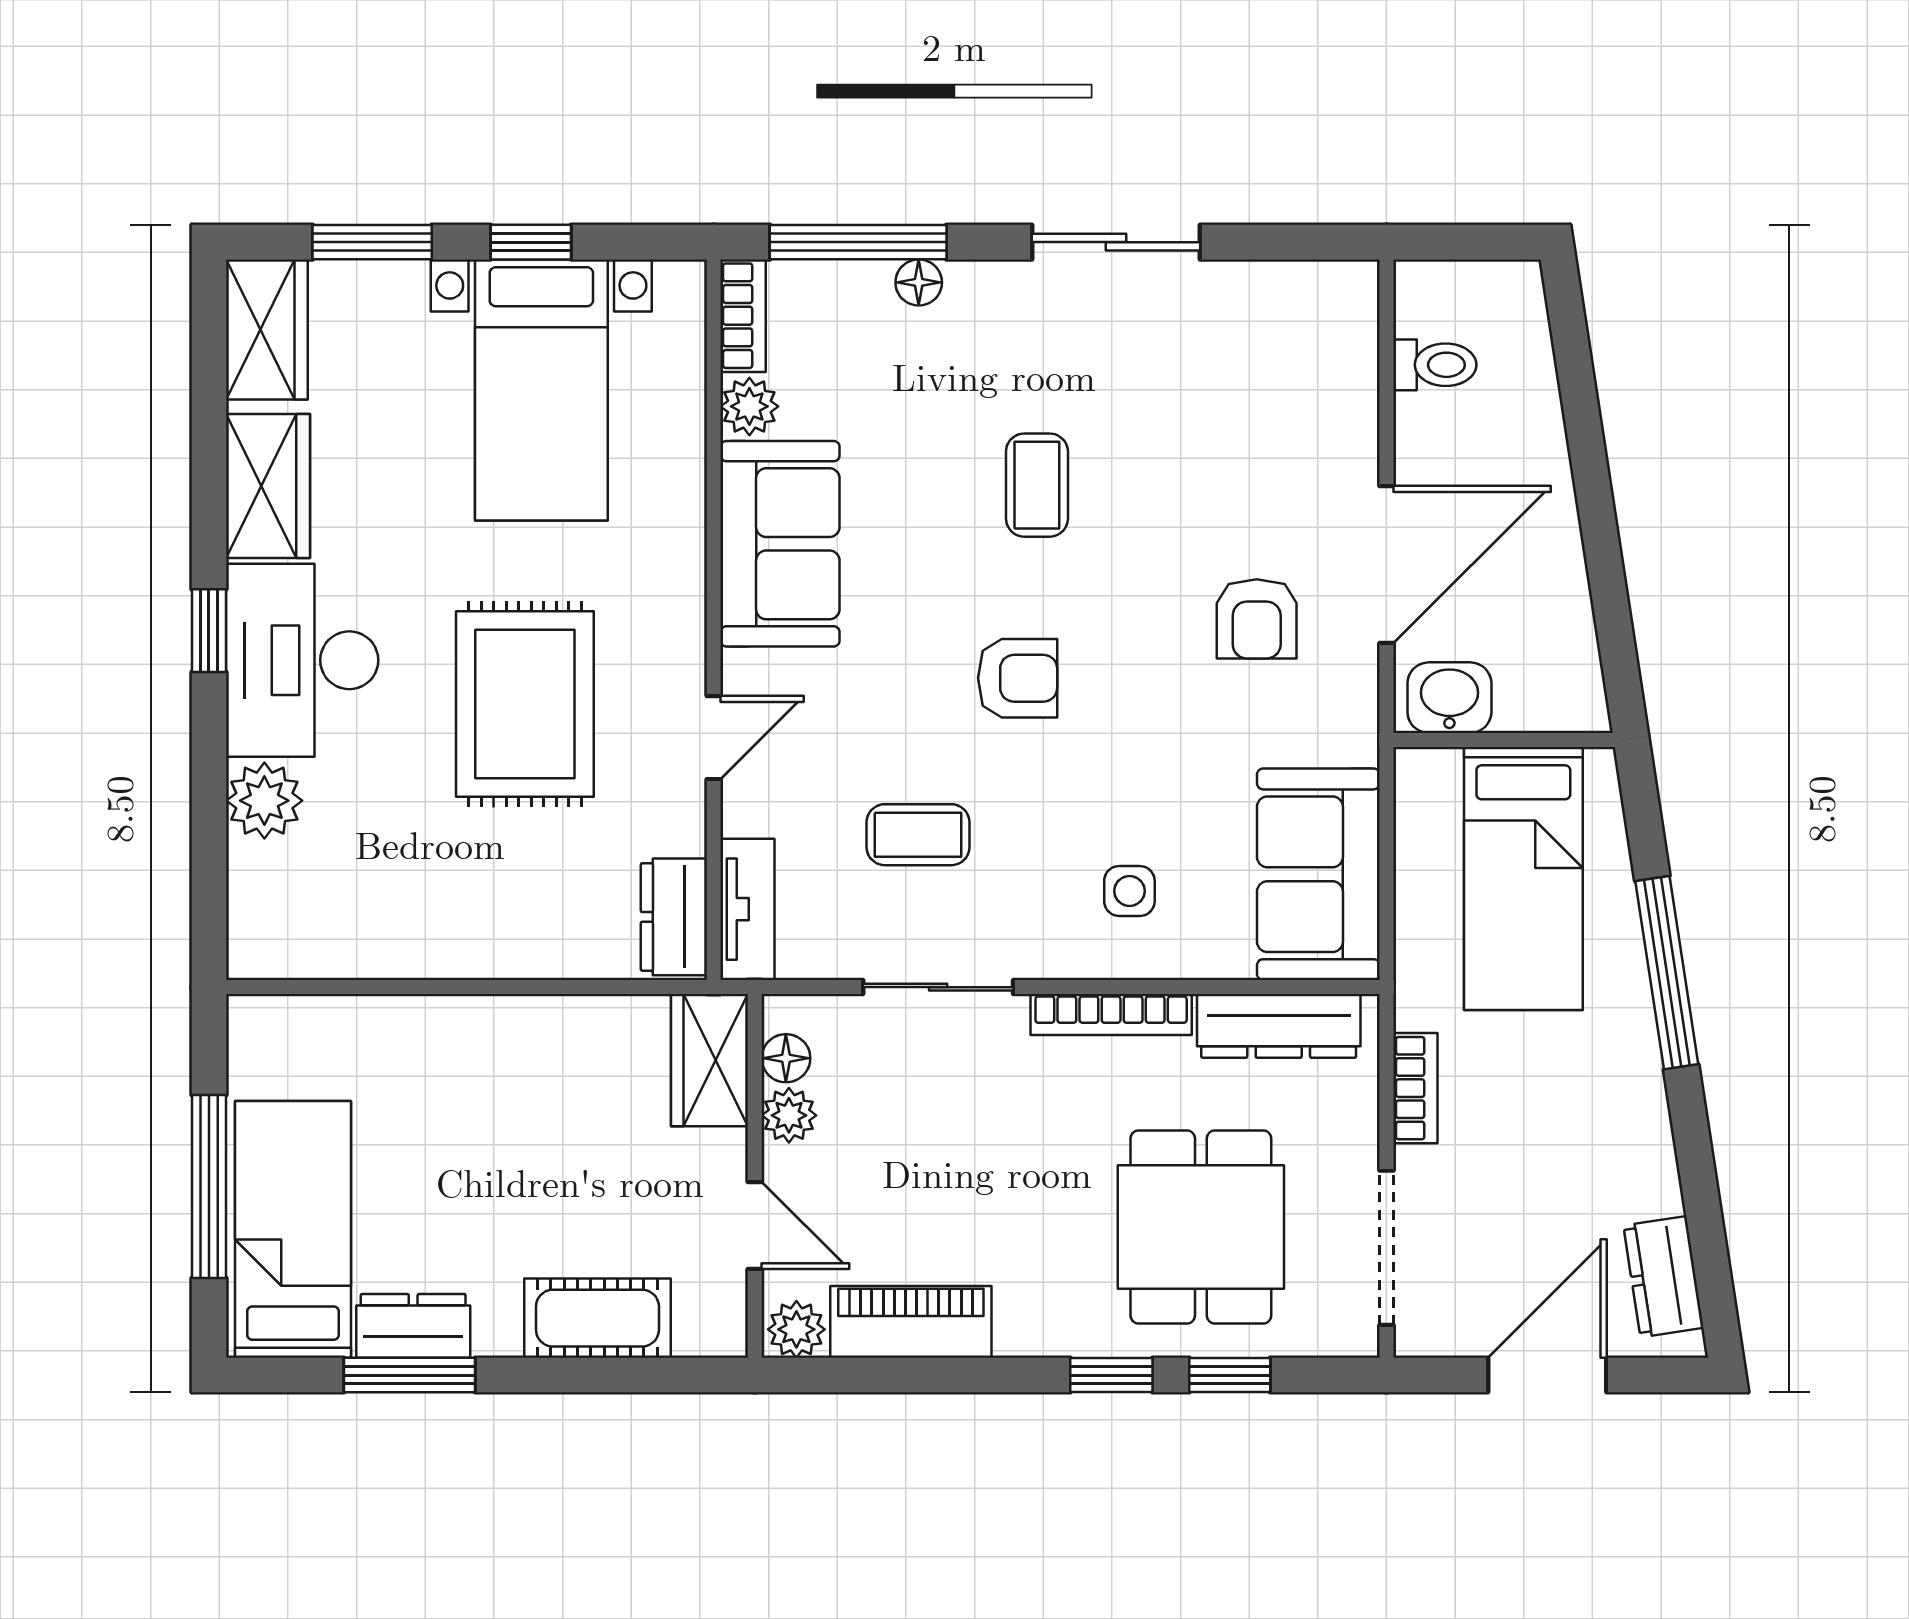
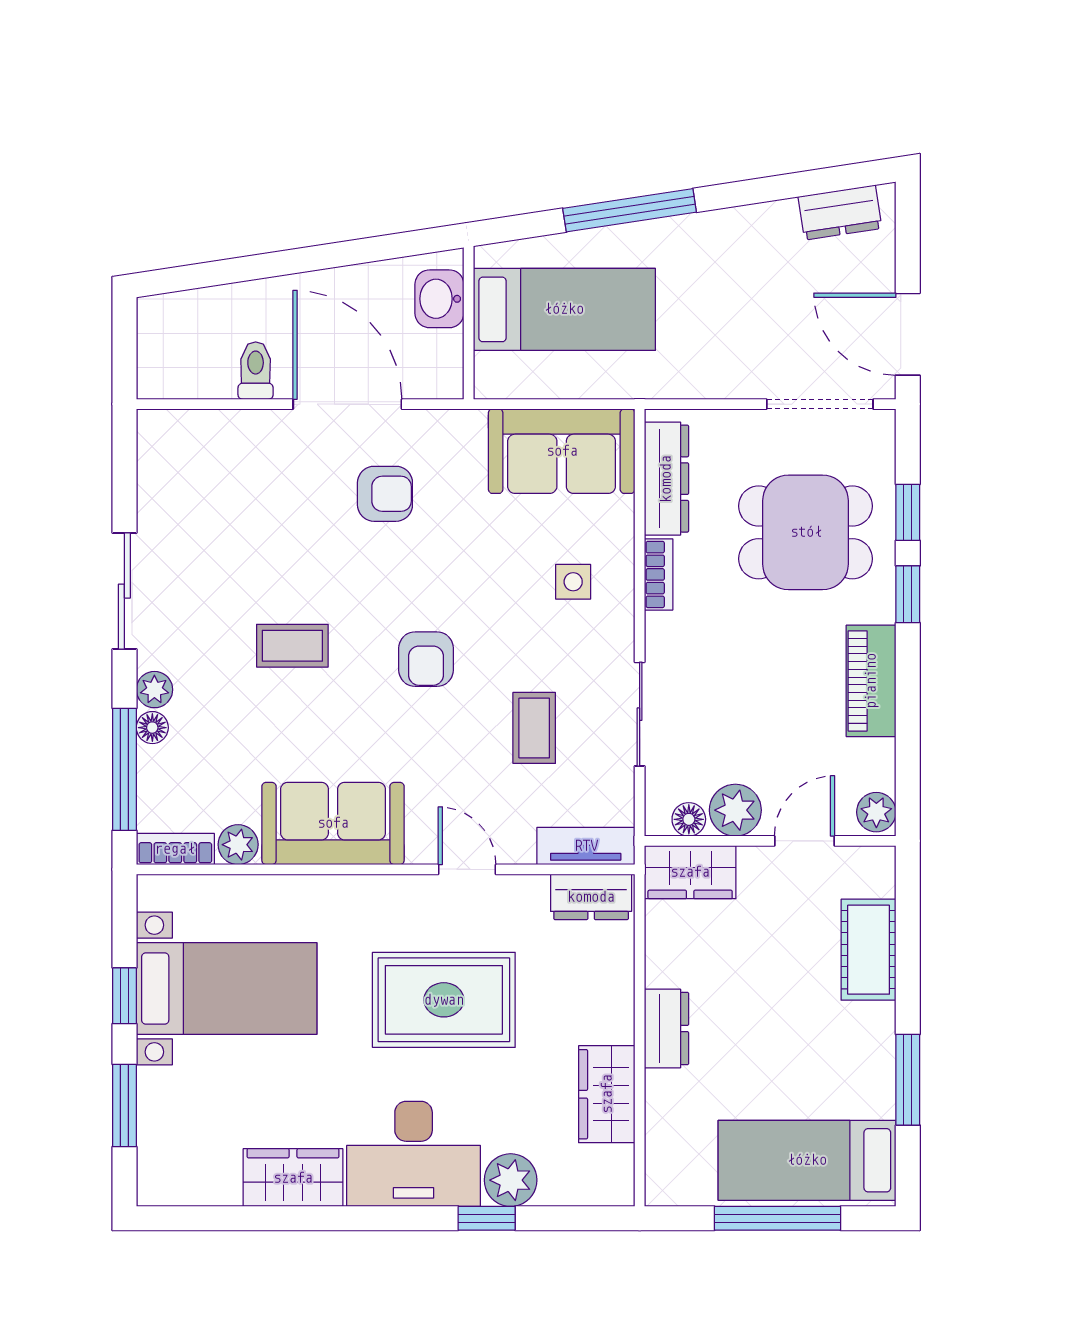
plant: (974, 286) -> (154, 690), added
wardrobe: (267, 329) -> (607, 1094), moved, turned -90
toilet: (1435, 365) -> (256, 371), moved
window: (209, 631) -> (487, 1218), moved
armchair: (1018, 678) -> (426, 659), turned 180
washbasin: (1449, 698) -> (439, 299), moved
bookcase: (1111, 1015) -> (659, 574), width x0.64
bookcase: (1415, 1088) -> (709, 384), removed
plant: (789, 1115) -> (735, 810), width x1.38, depth x1.38
piano: (911, 1322) -> (871, 681), moved
dresser: (413, 1326) -> (666, 1029), moved, turned 180
door: (1547, 1375) -> (908, 334), moved

